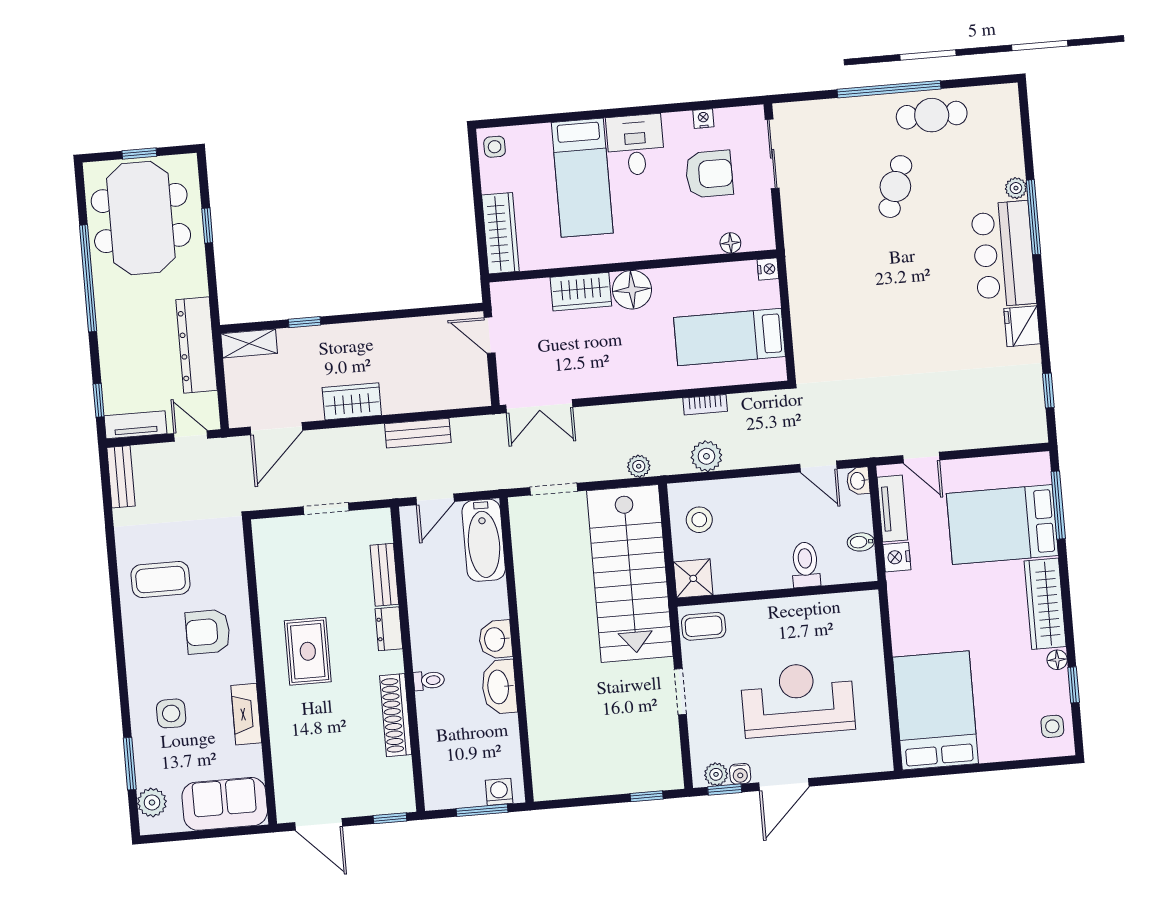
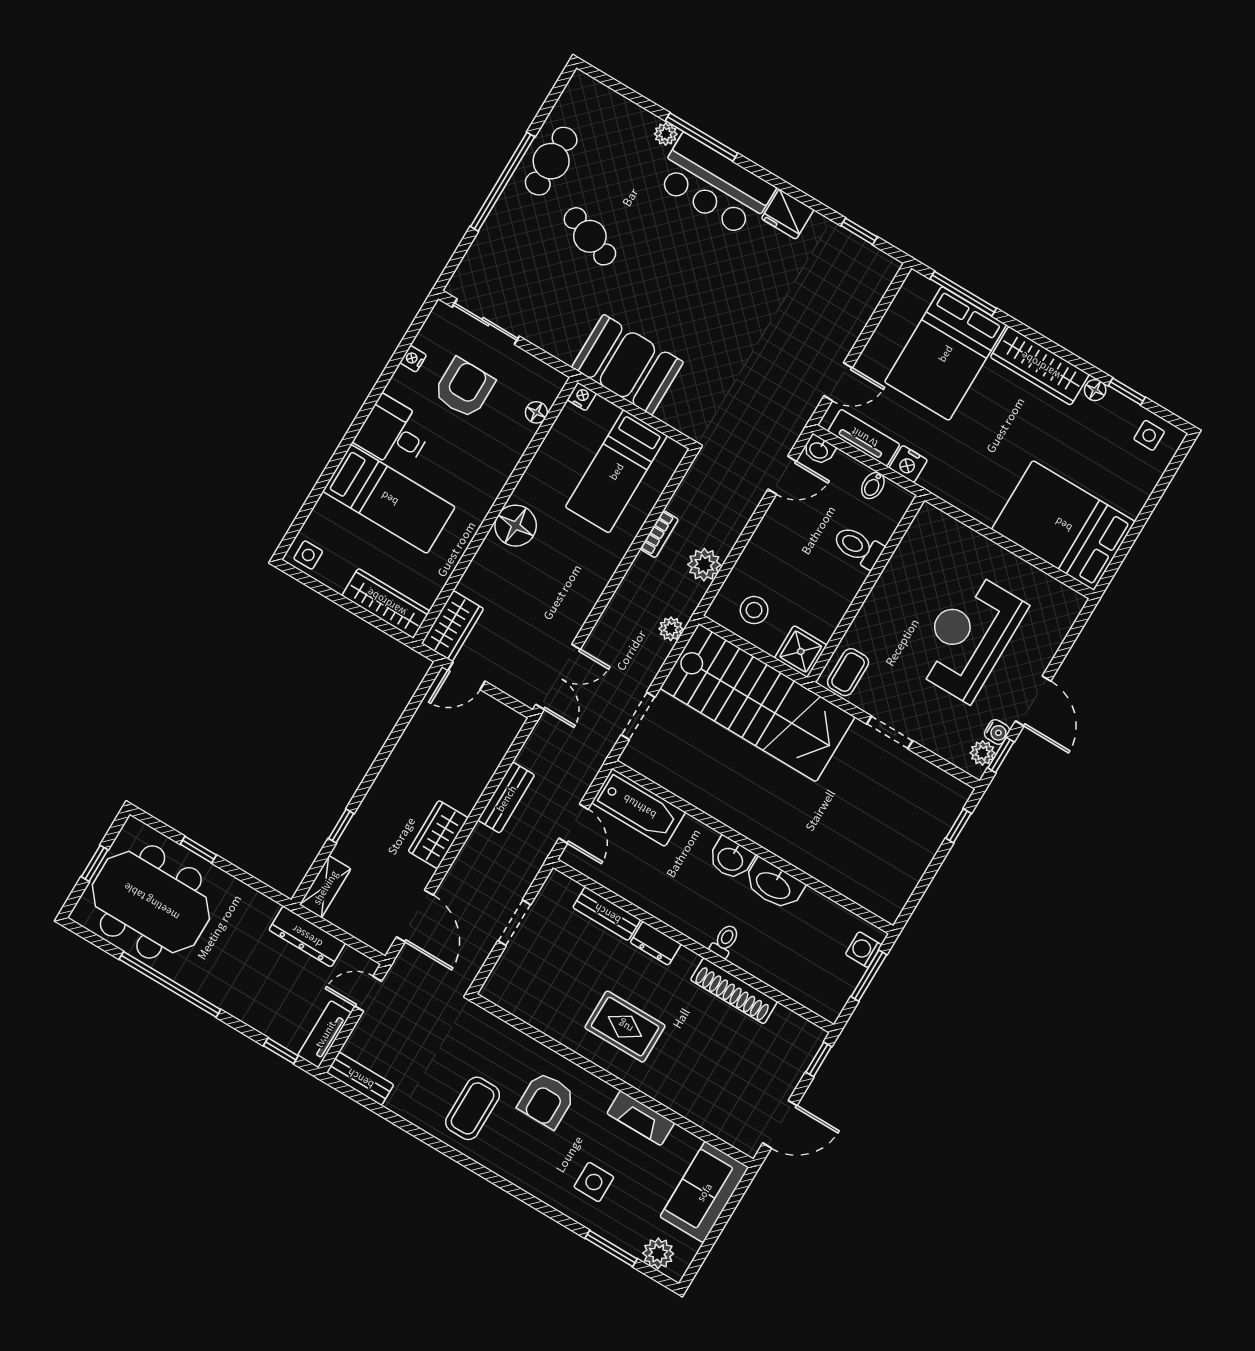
booth: (818, 287) -> (627, 365), added
wardrobe: (581, 292) -> (452, 626), moved
dresser: (196, 345) -> (307, 937), width x0.73, depth x0.80

